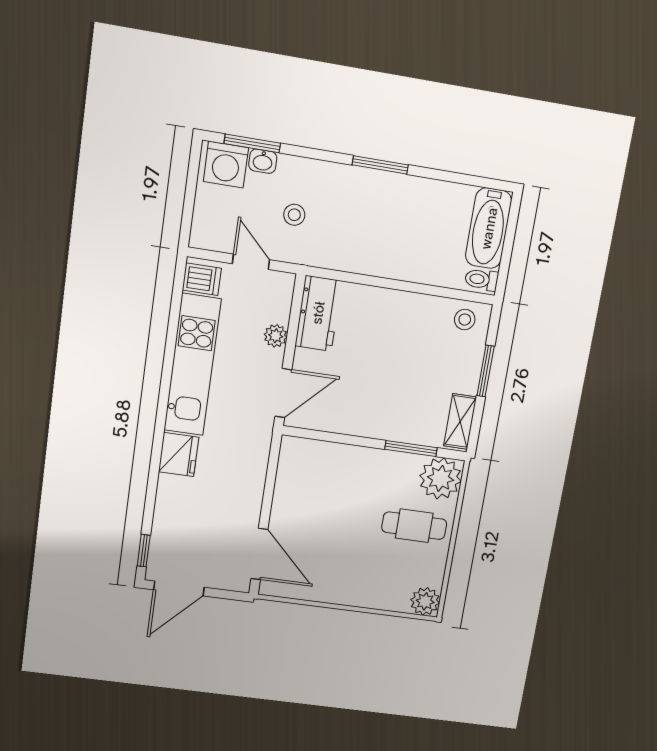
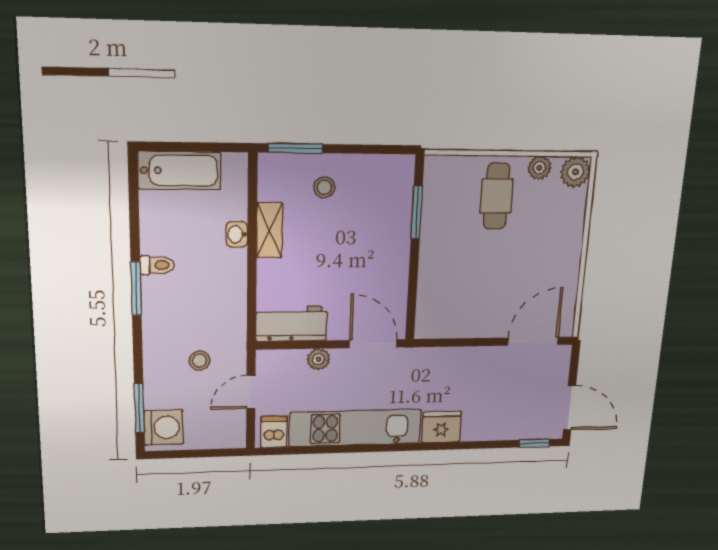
washbasin: (263, 161) -> (237, 234), moved, turned 180
toilet: (481, 280) -> (157, 265), moved, turned -90
stool: (465, 320) -> (324, 187), moved
window: (486, 371) -> (296, 148), moved
shelving: (460, 421) -> (270, 230), moved, turned 90
plant: (441, 478) -> (539, 168), moved, width x0.53, depth x0.53

